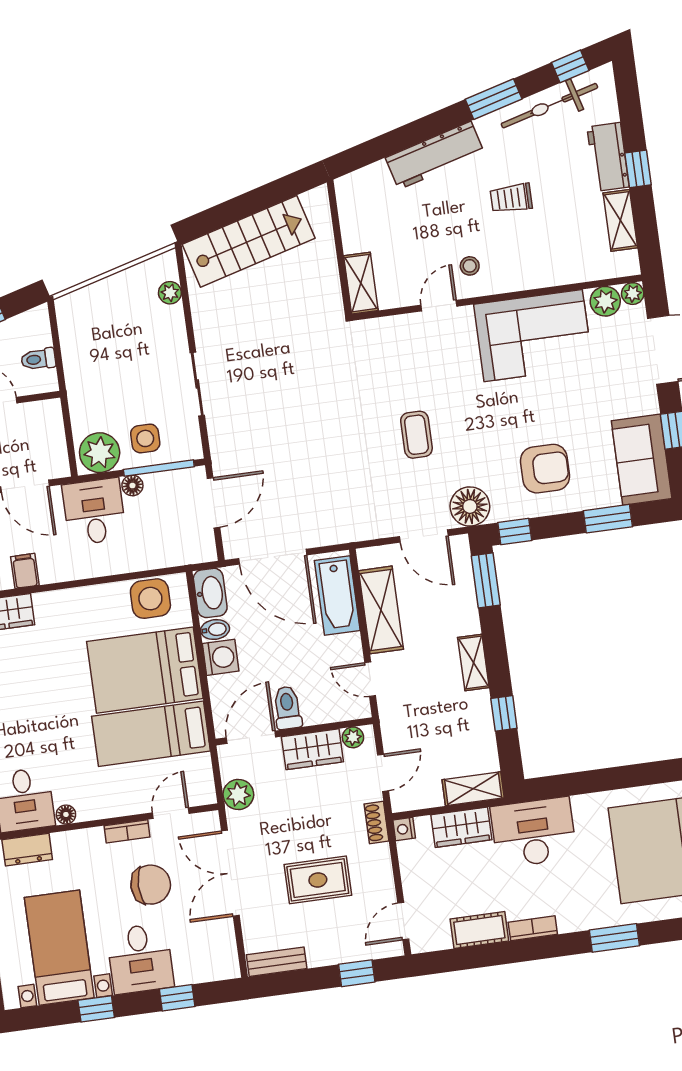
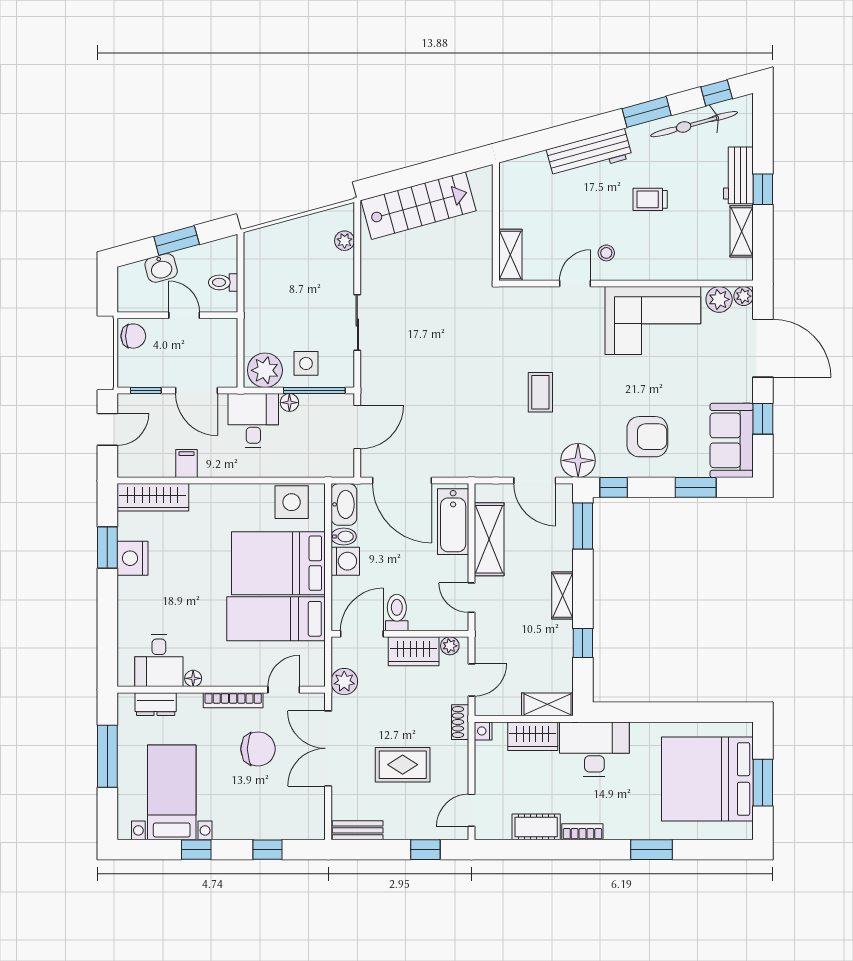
bookcase: (127, 831) -> (233, 700), width x1.56
desk: (140, 959) -> (240, 811), removed

